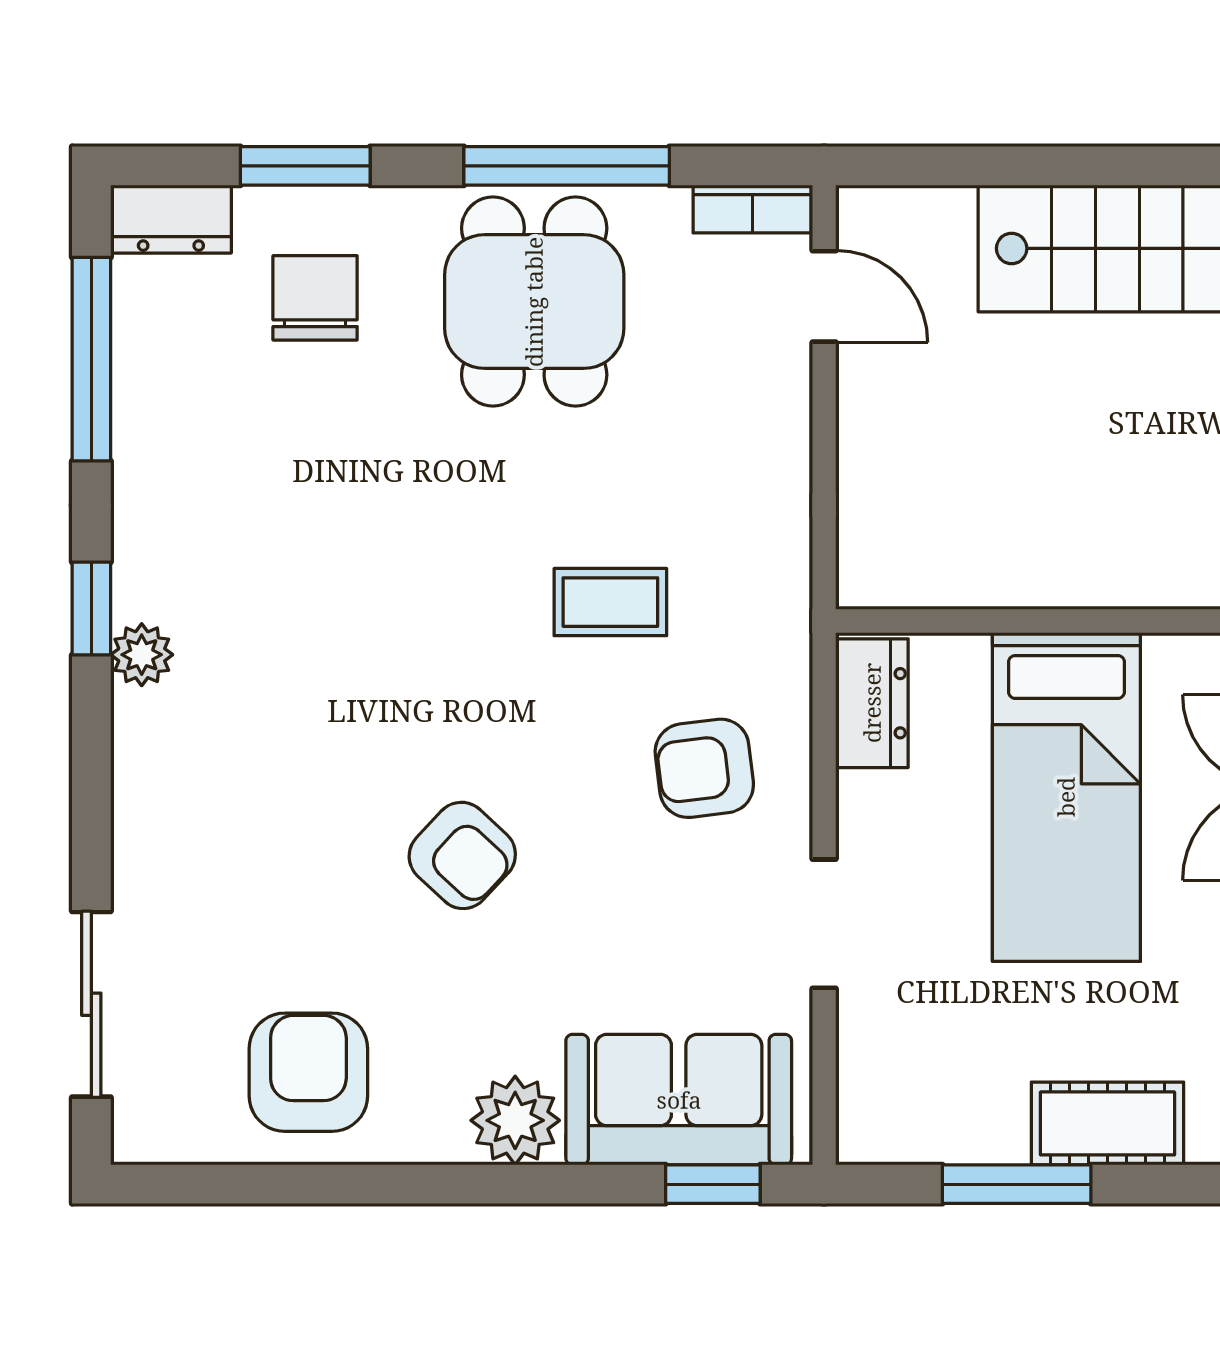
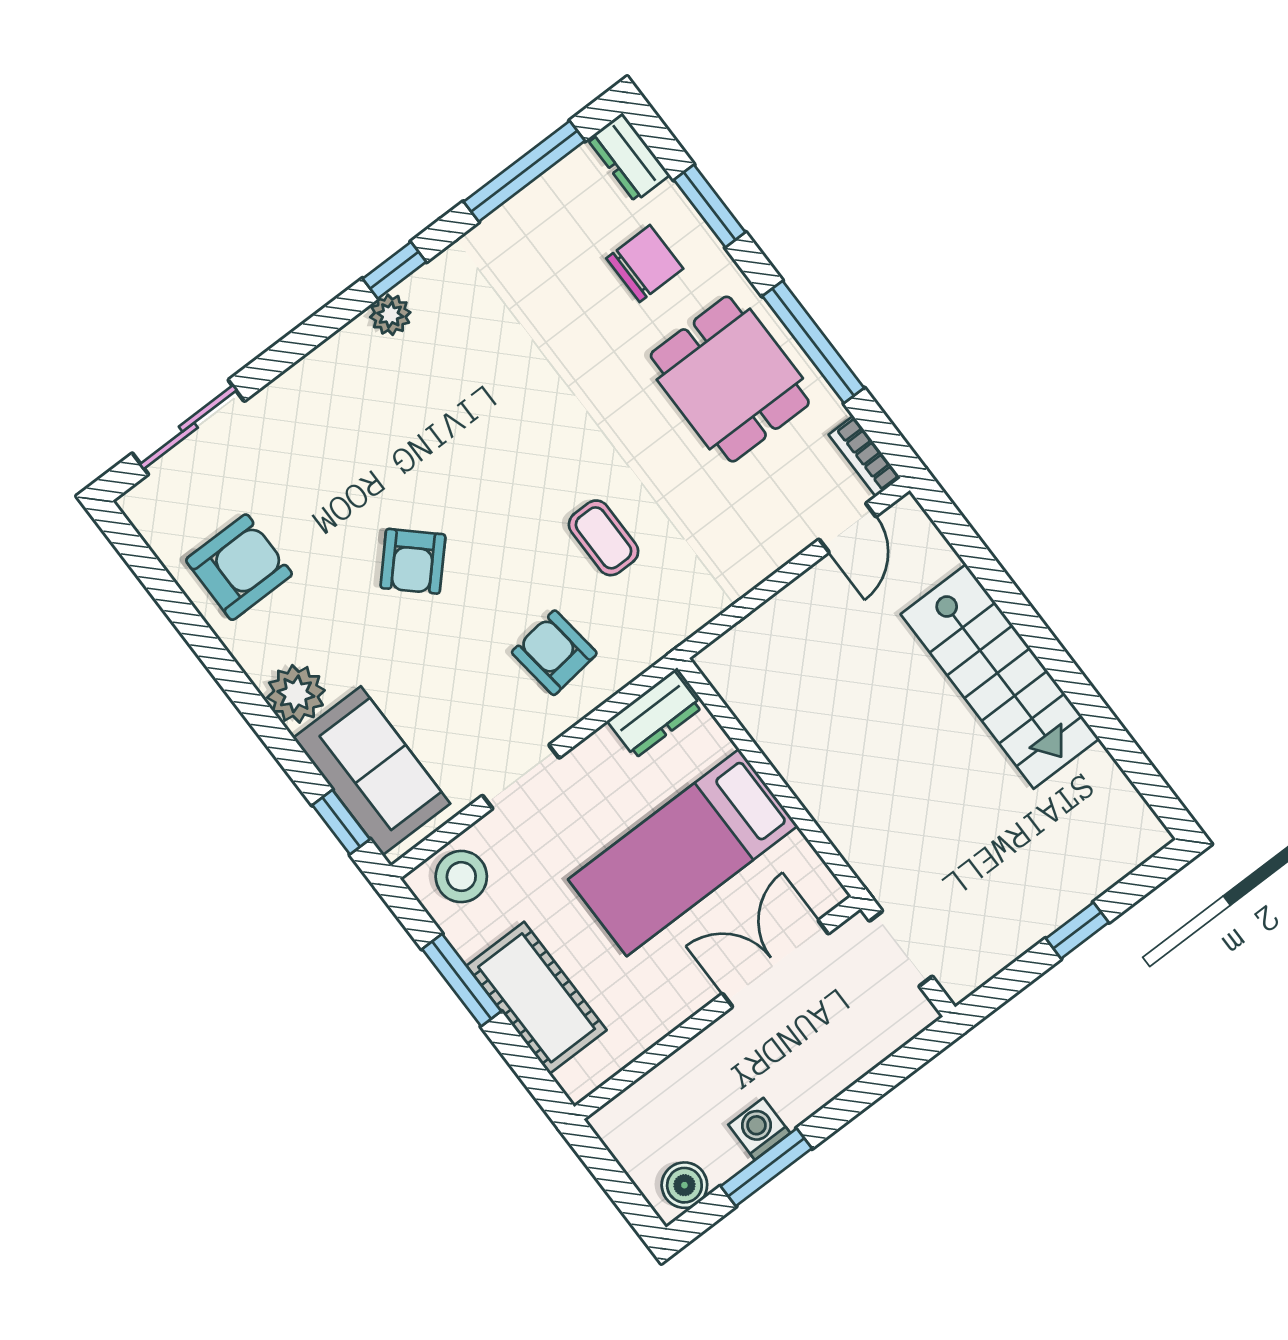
dining table: (534, 302) -> (730, 379), turned 90
stool: (890, 1089) -> (461, 877), added
cot: (1107, 1123) -> (537, 998), width x1.37, depth x1.34

